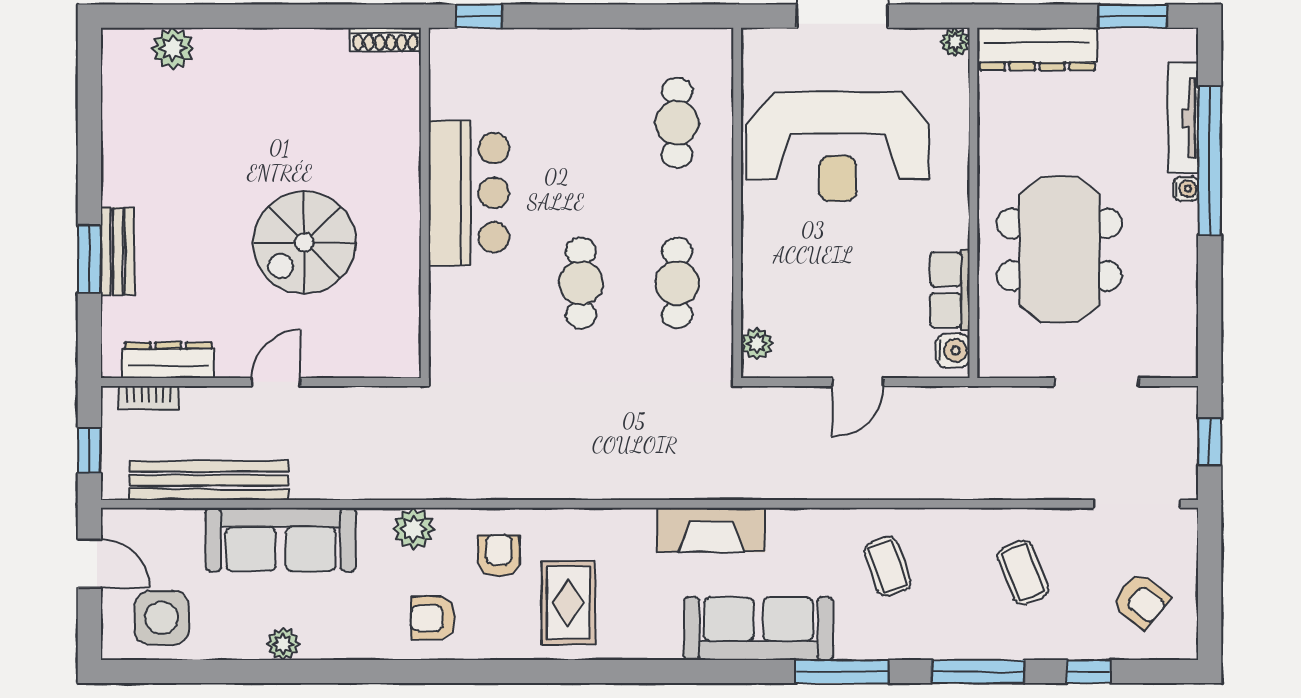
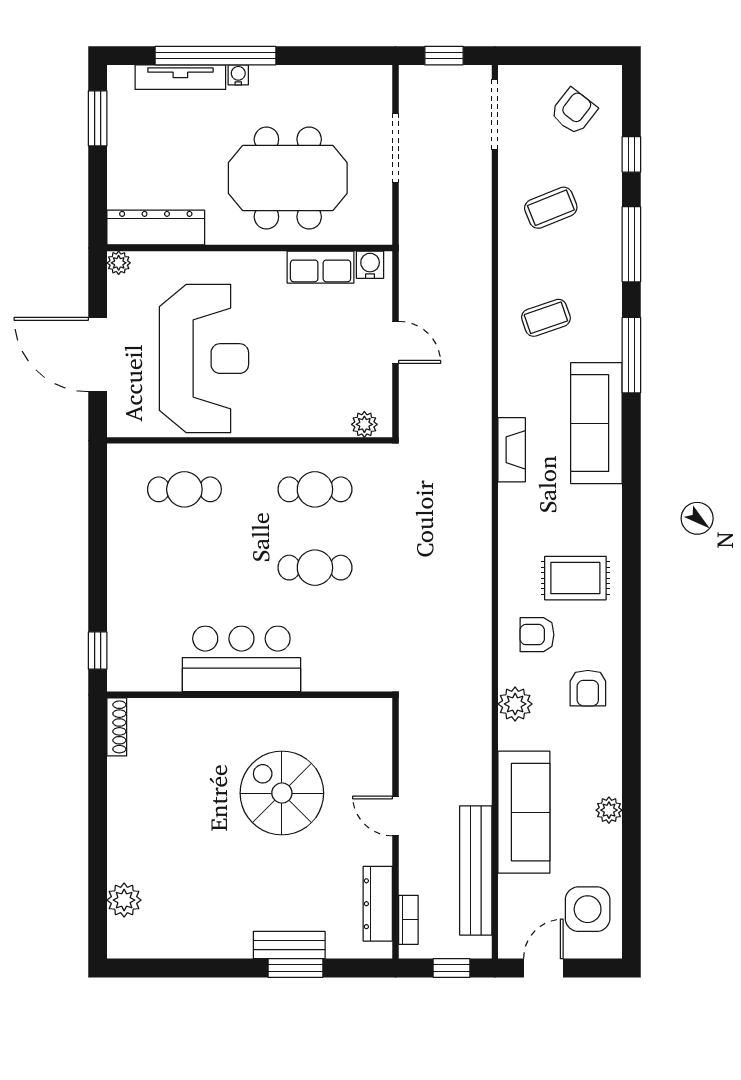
dresser: (1037, 49) -> (156, 227), moved, turned -90
spiral stairs: (304, 242) -> (282, 793), turned 180
fireplace: (711, 530) -> (512, 450), width x0.73, depth x0.76

